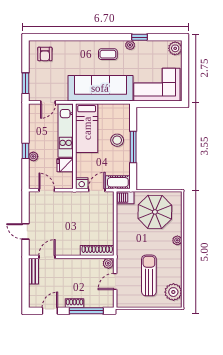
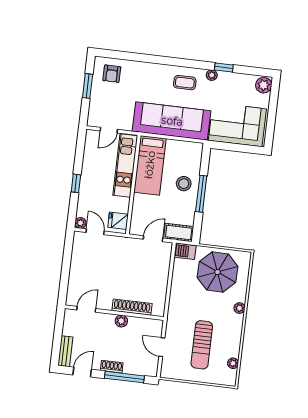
window: (25, 83) -> (88, 86), moved
plant: (33, 156) -> (80, 223), moved
fridge: (65, 165) -> (118, 221), moved
nightstand: (82, 183) -> (137, 229), removed
door: (25, 231) -> (65, 277), removed
shoe rack: (97, 250) -> (132, 307), moved
plant: (108, 263) -> (121, 321), moved
bench: (34, 271) -> (65, 351), moved
sun lounger: (149, 275) -> (202, 345), turned 180
door: (115, 282) -> (162, 347), hinge flipped
plant: (173, 292) -> (233, 363), width x0.53, depth x0.53

